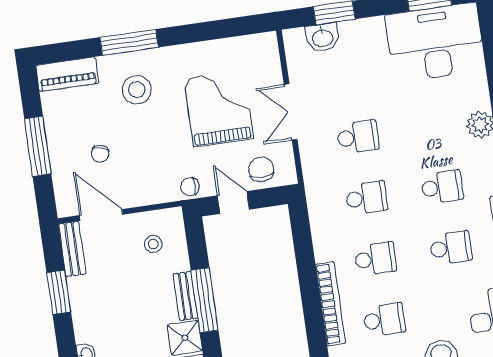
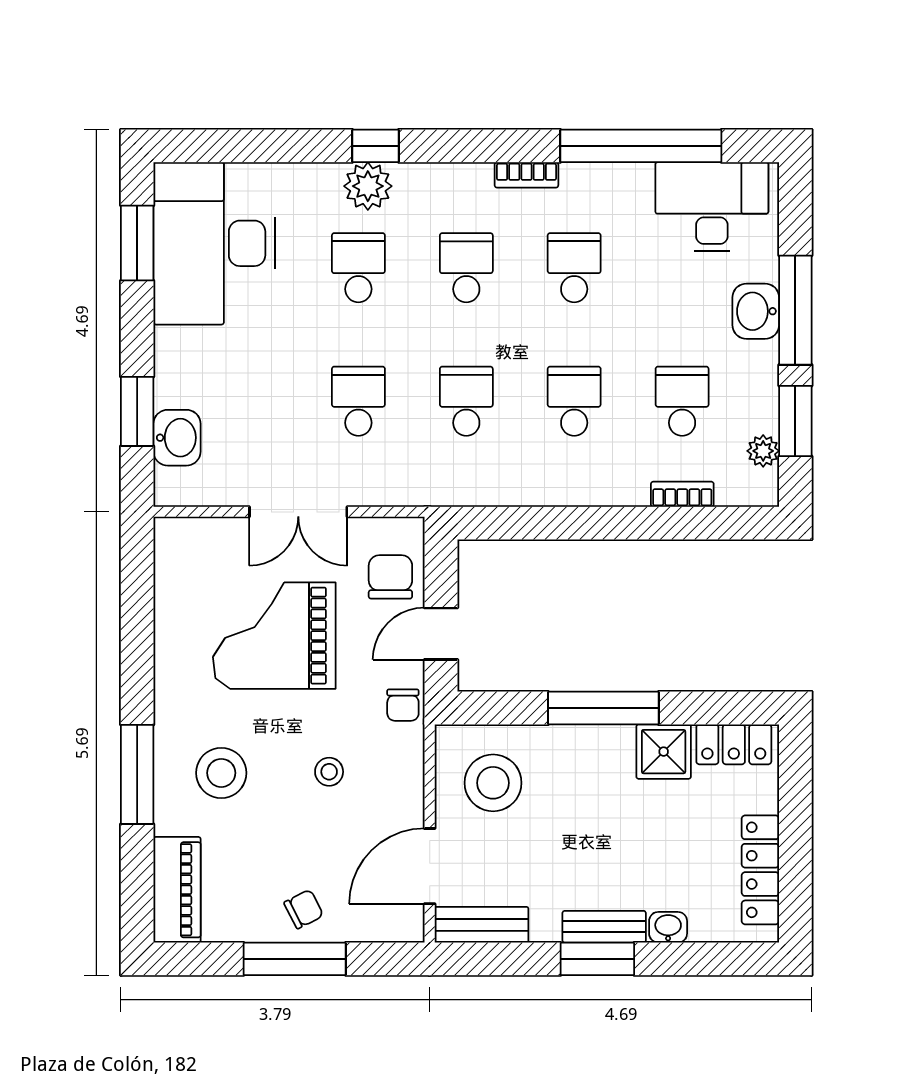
school desk: (433, 126) -> (358, 268), added
stool: (146, 150) -> (329, 772), added
chair: (100, 154) -> (304, 909), moved, turned -43
chair: (261, 169) -> (390, 577), turned 90
stool: (153, 244) -> (493, 783), width x1.89, depth x1.89
window: (59, 292) -> (597, 959), moved
bench: (185, 296) -> (604, 927), moved
bookcase: (331, 304) -> (682, 494), width x0.43, depth x0.76

